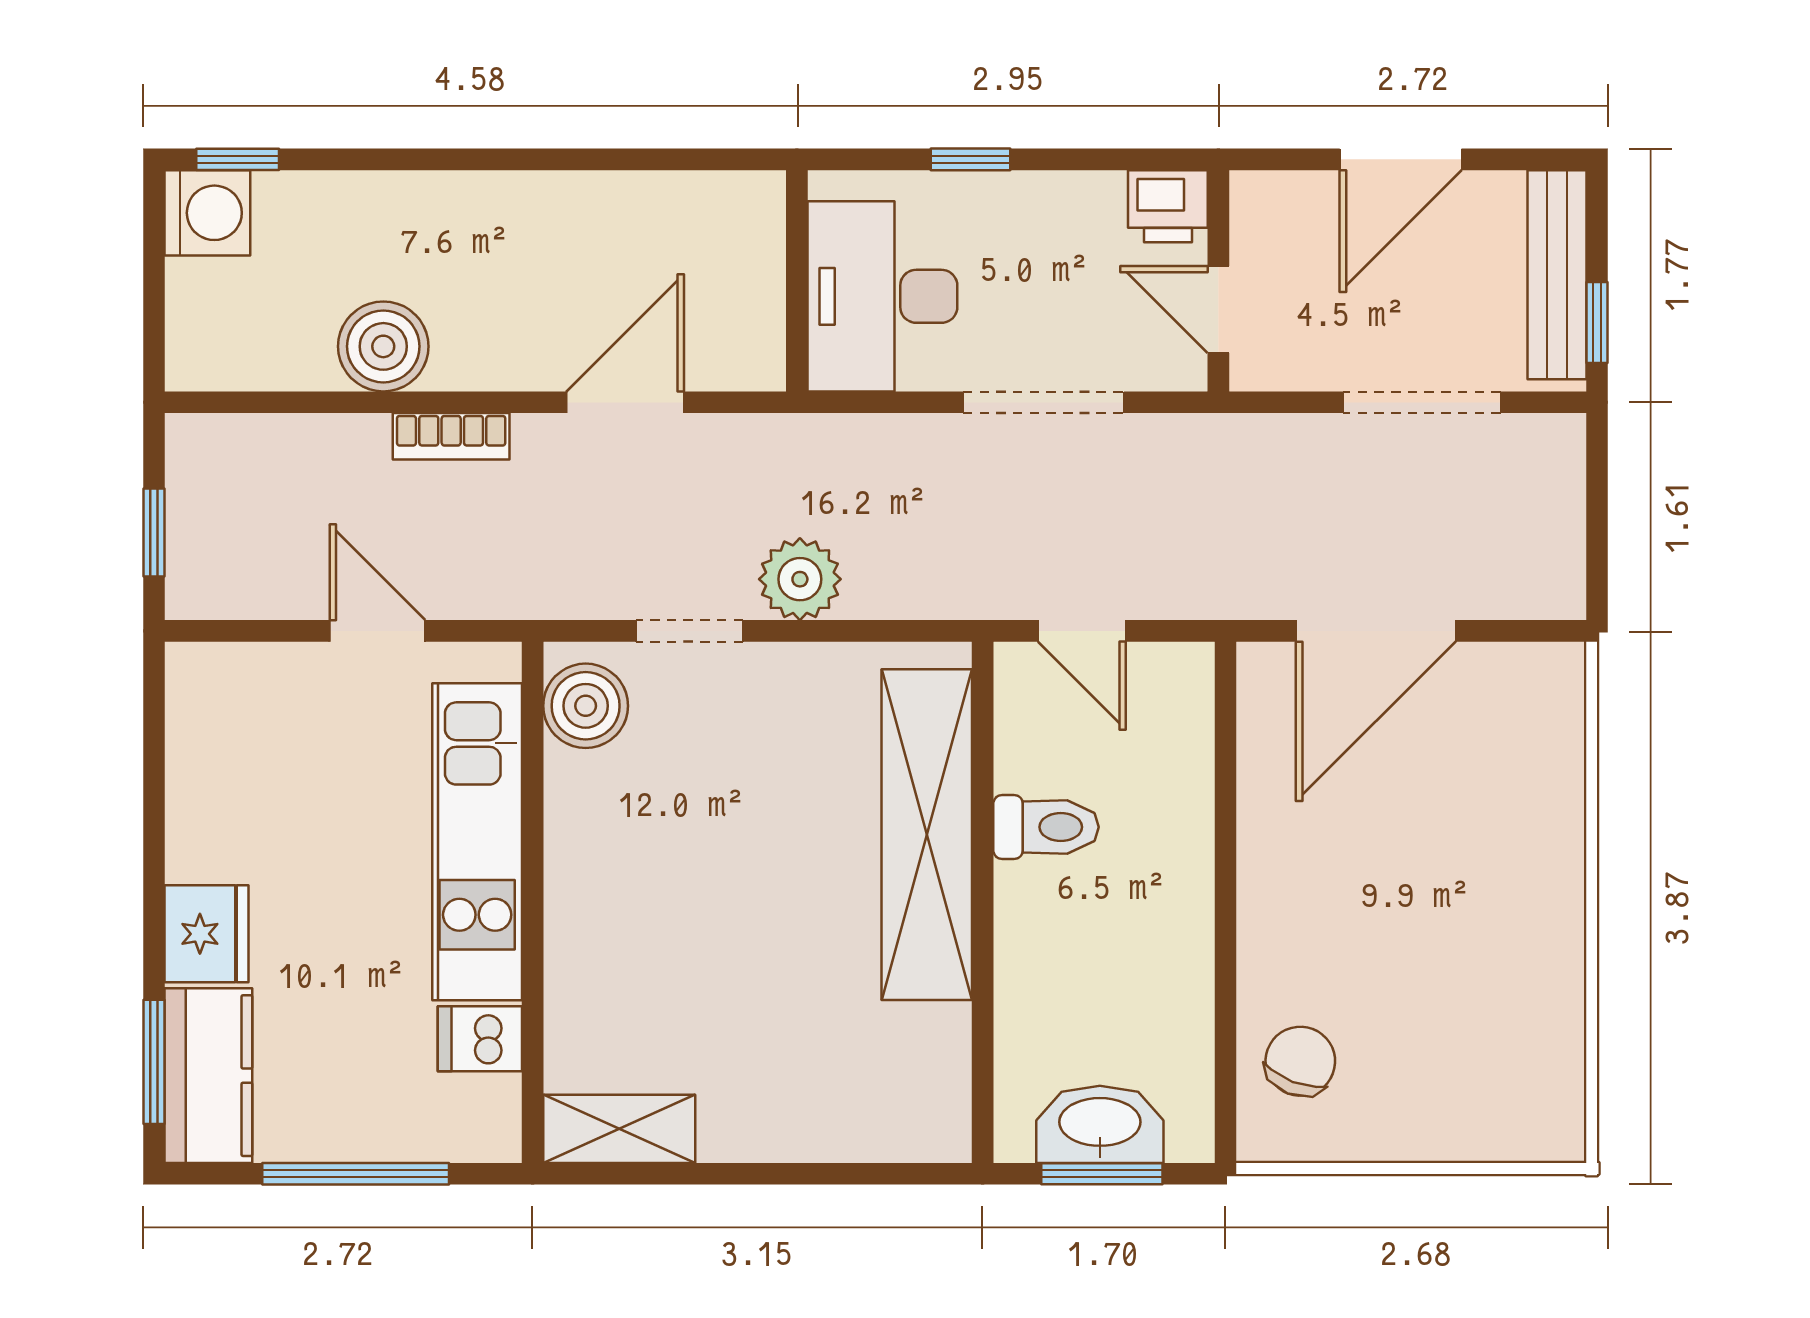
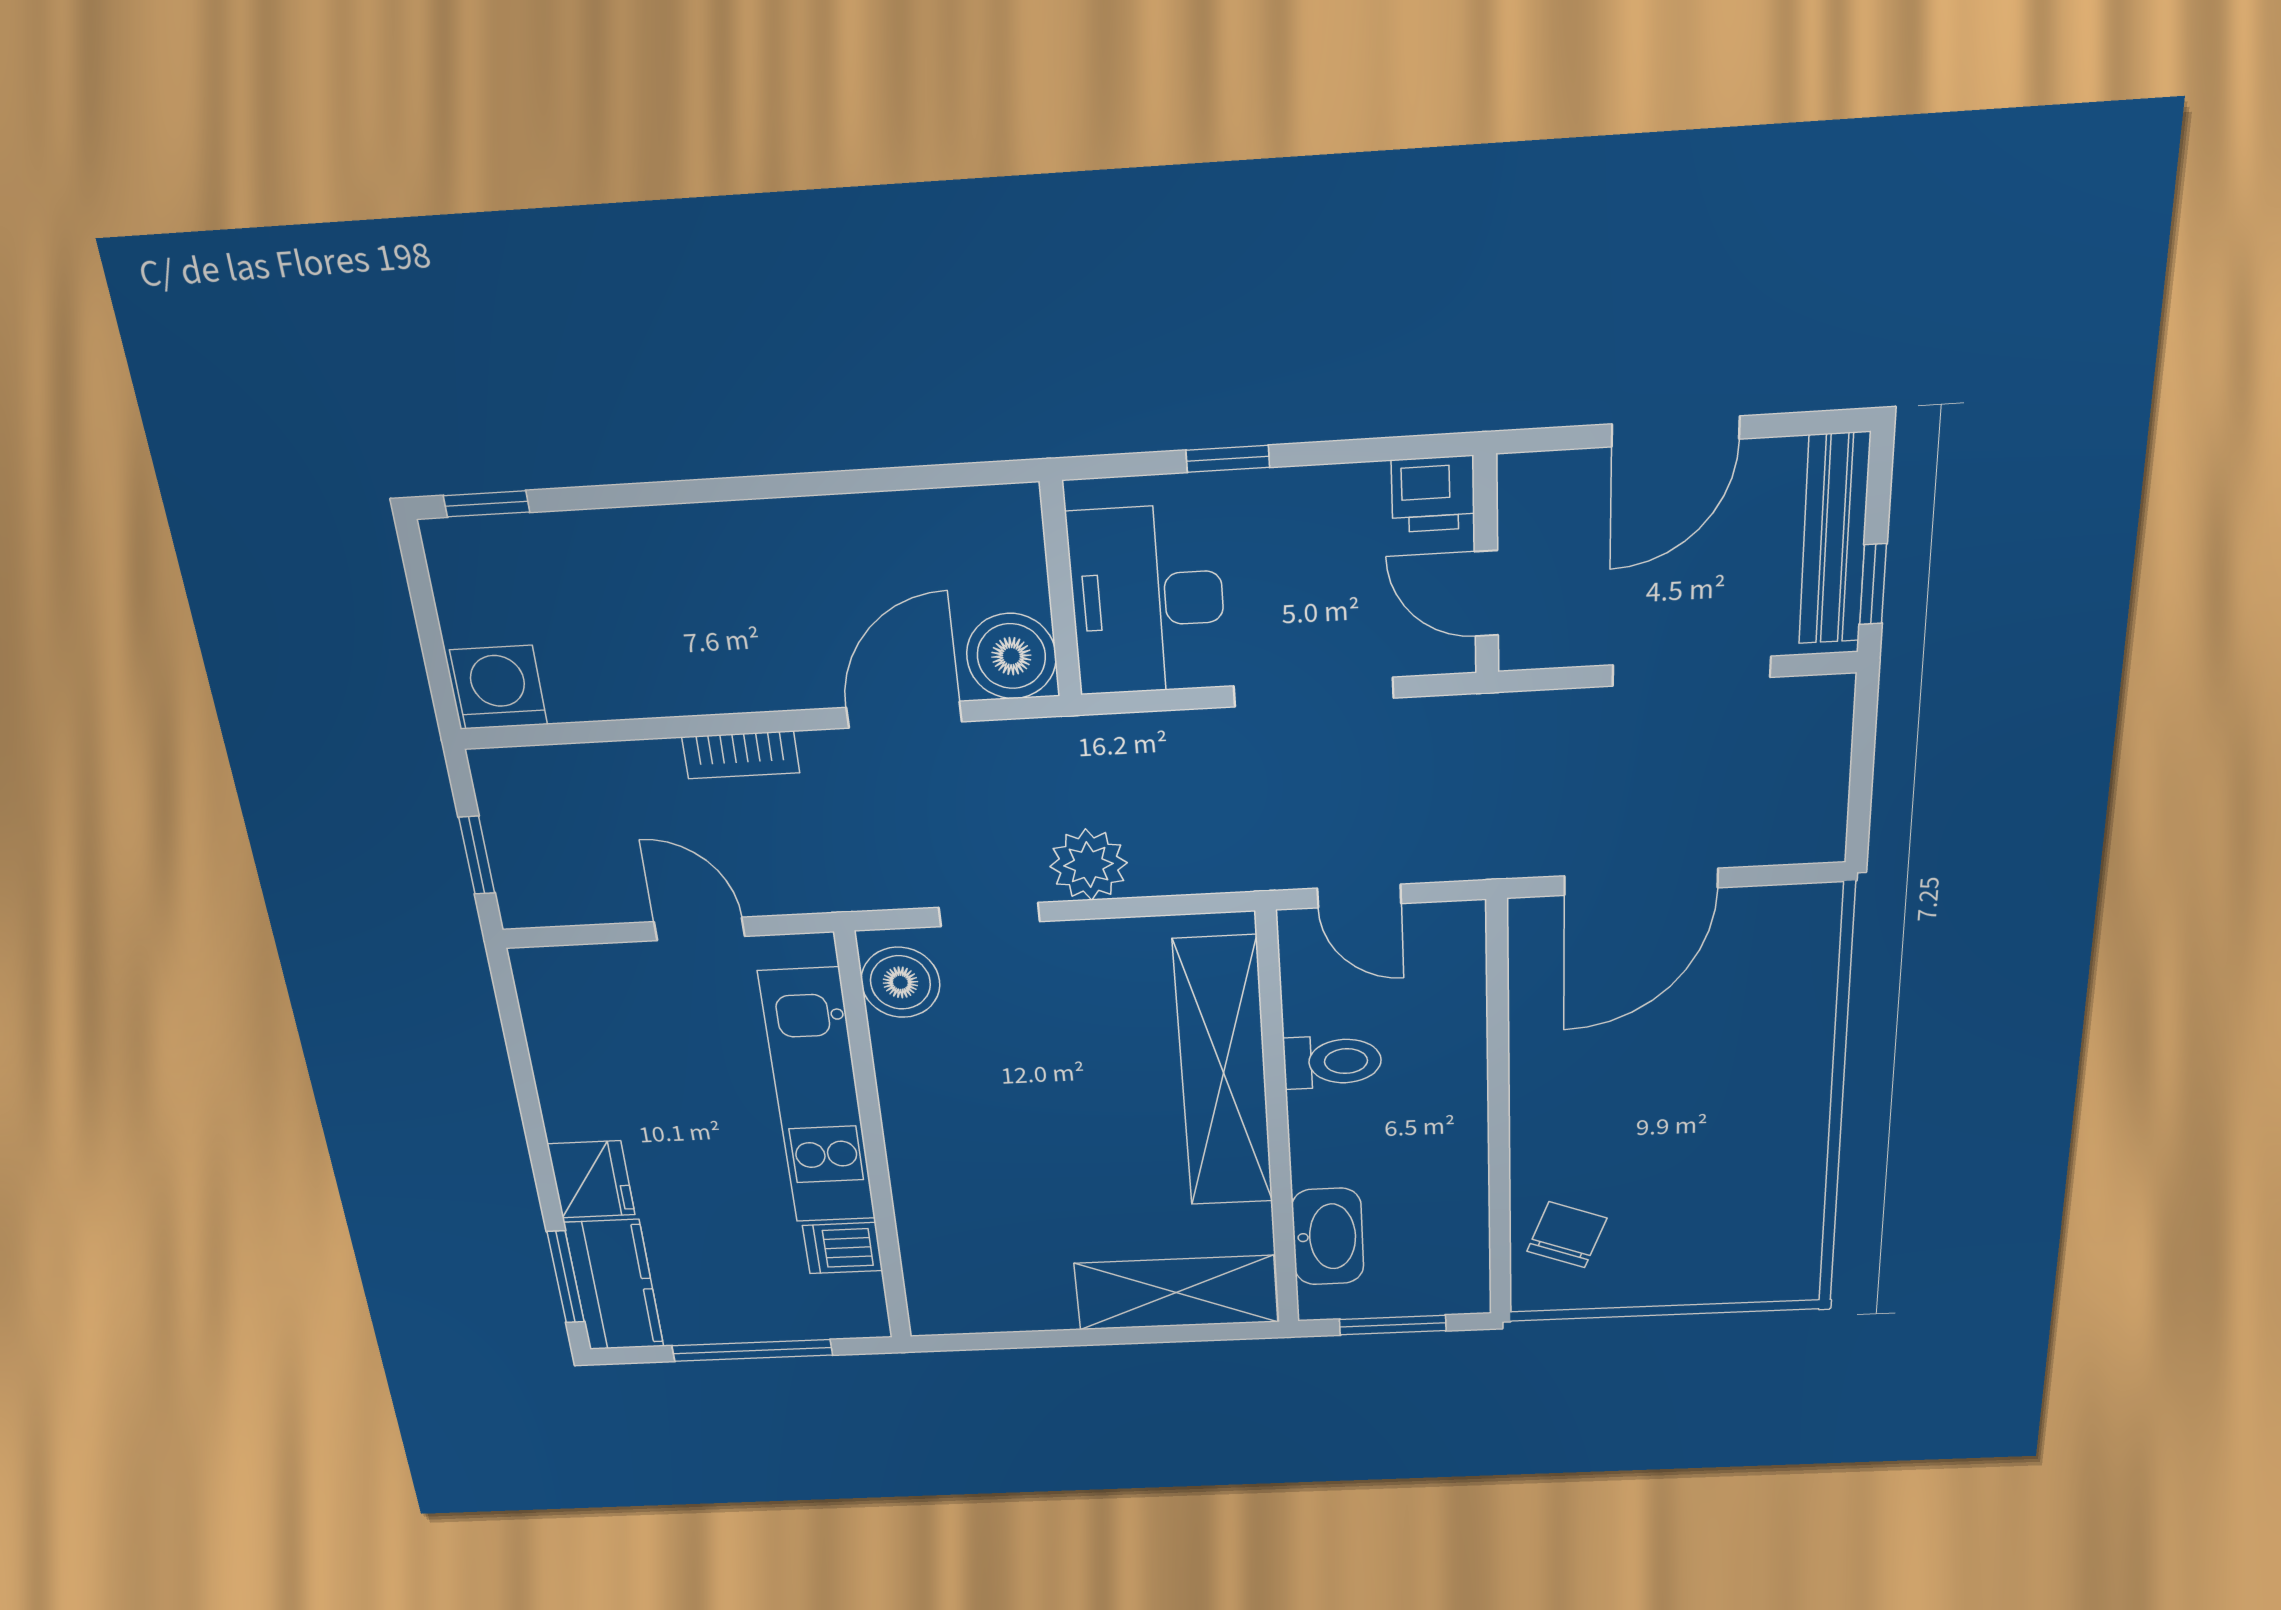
washing machine: (207, 213) -> (499, 687), moved, turned -90
boiler: (383, 346) -> (1011, 656), moved
washbasin: (1100, 1124) -> (1328, 1237), moved, turned 90
shelving: (619, 1129) -> (1176, 1293), moved, width x1.50, depth x1.33

